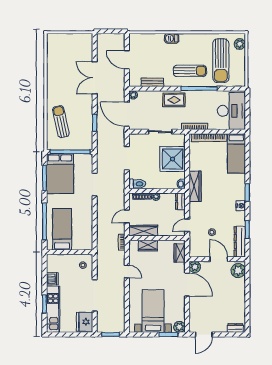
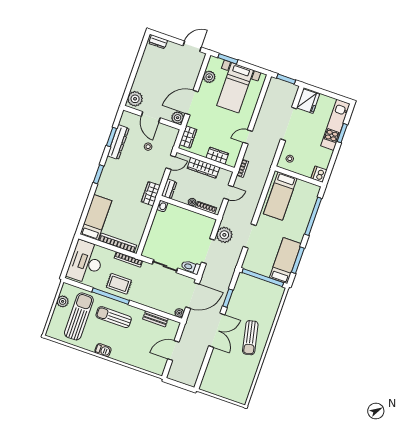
barbecue: (172, 38) -> (103, 350), moved
plant: (240, 44) -> (63, 301), moved
door: (127, 60) -> (173, 350), swing flipped
double door: (95, 78) -> (217, 330), moved
rug: (174, 100) -> (119, 284), moved
door: (127, 114) -> (192, 296), hinge flipped
sun lounger: (61, 122) -> (250, 338), moved
shower: (172, 159) -> (162, 234), removed
bed: (60, 174) -> (285, 261), width x0.67
plant: (117, 178) -> (224, 235), added
toilet: (137, 184) -> (191, 267), moved
wardrobe: (195, 186) -> (151, 194), width x0.67
nightstand: (241, 206) -> (110, 163), removed
bed: (62, 229) -> (280, 196), moved
wardrobe: (143, 231) -> (203, 168), moved
dresser: (240, 242) -> (118, 142), moved
door: (127, 272) -> (248, 137), hinge flipped
dishwasher: (52, 279) -> (319, 174), moved
door: (187, 285) -> (192, 103), hinge flipped
plant: (179, 327) -> (209, 77), moved

